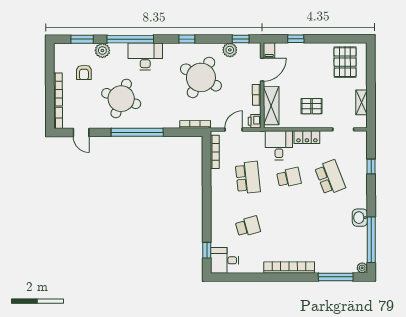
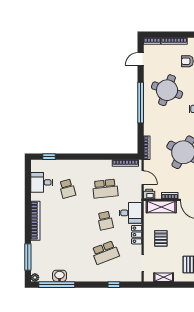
washbasin: (360, 218) -> (60, 276), moved
desk: (225, 260) -> (42, 182), moved, turned -90

